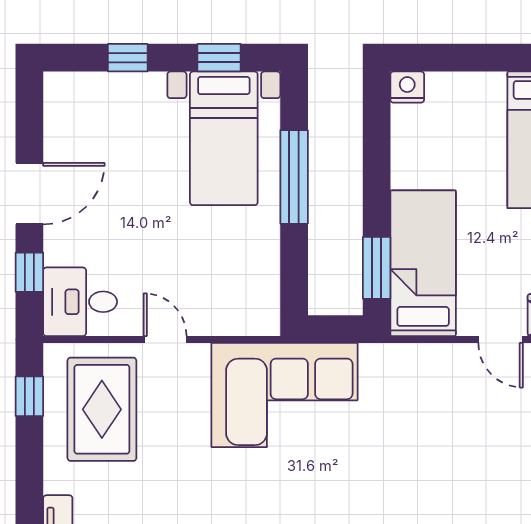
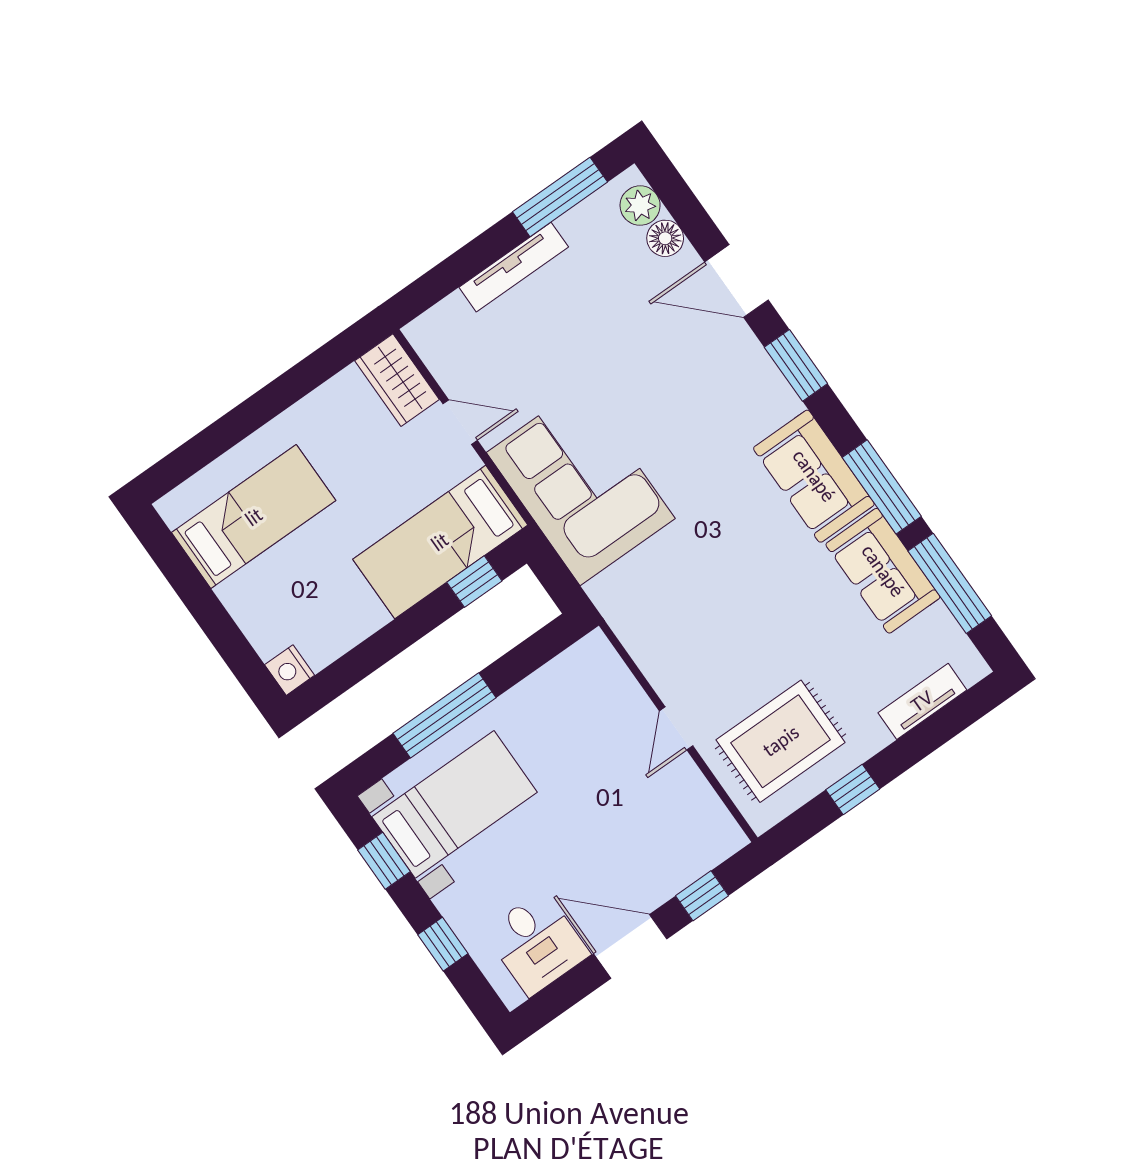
window: (377, 268) -> (474, 582), width x0.67
desk: (80, 302) -> (537, 943), moved
door: (501, 340) -> (460, 422), hinge flipped
corner sofa: (285, 395) -> (581, 486), moved
window: (29, 396) -> (853, 789), moved

